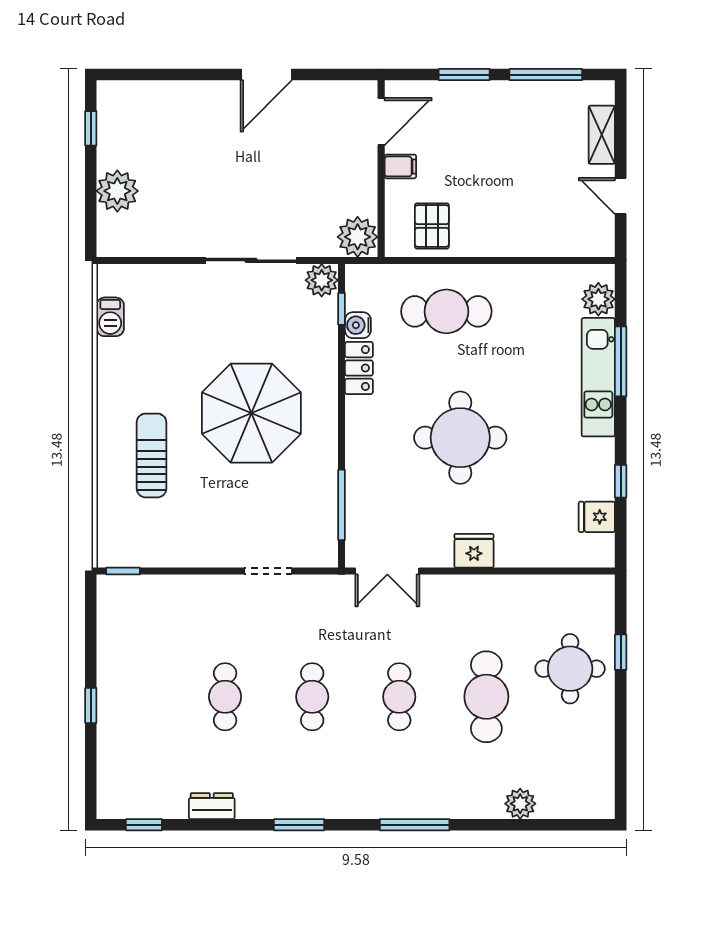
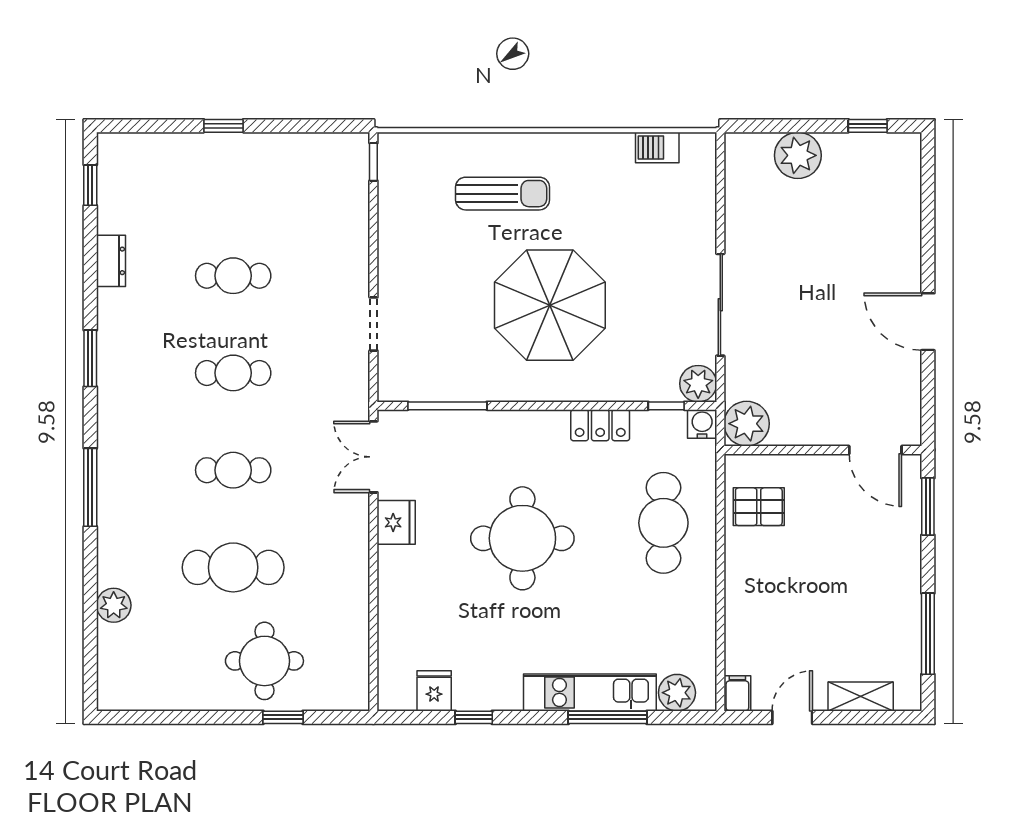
window: (464, 75) -> (928, 506), moved
filing cabinet: (400, 166) -> (737, 693), moved, turned 180
water cooler: (358, 325) -> (702, 424), moved
fridge: (474, 551) -> (396, 522), moved

